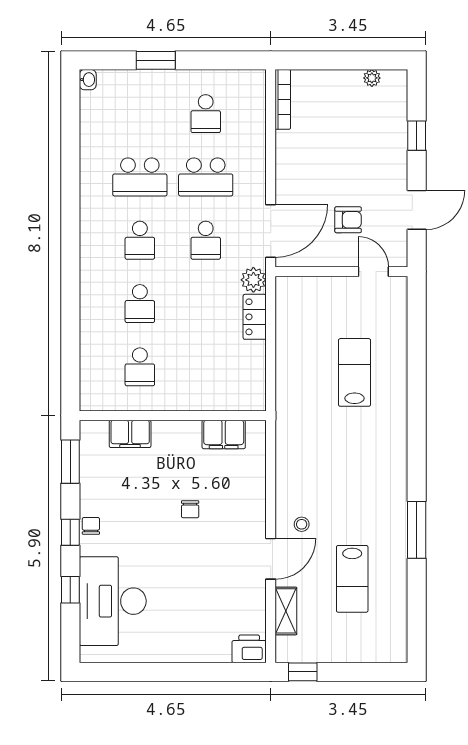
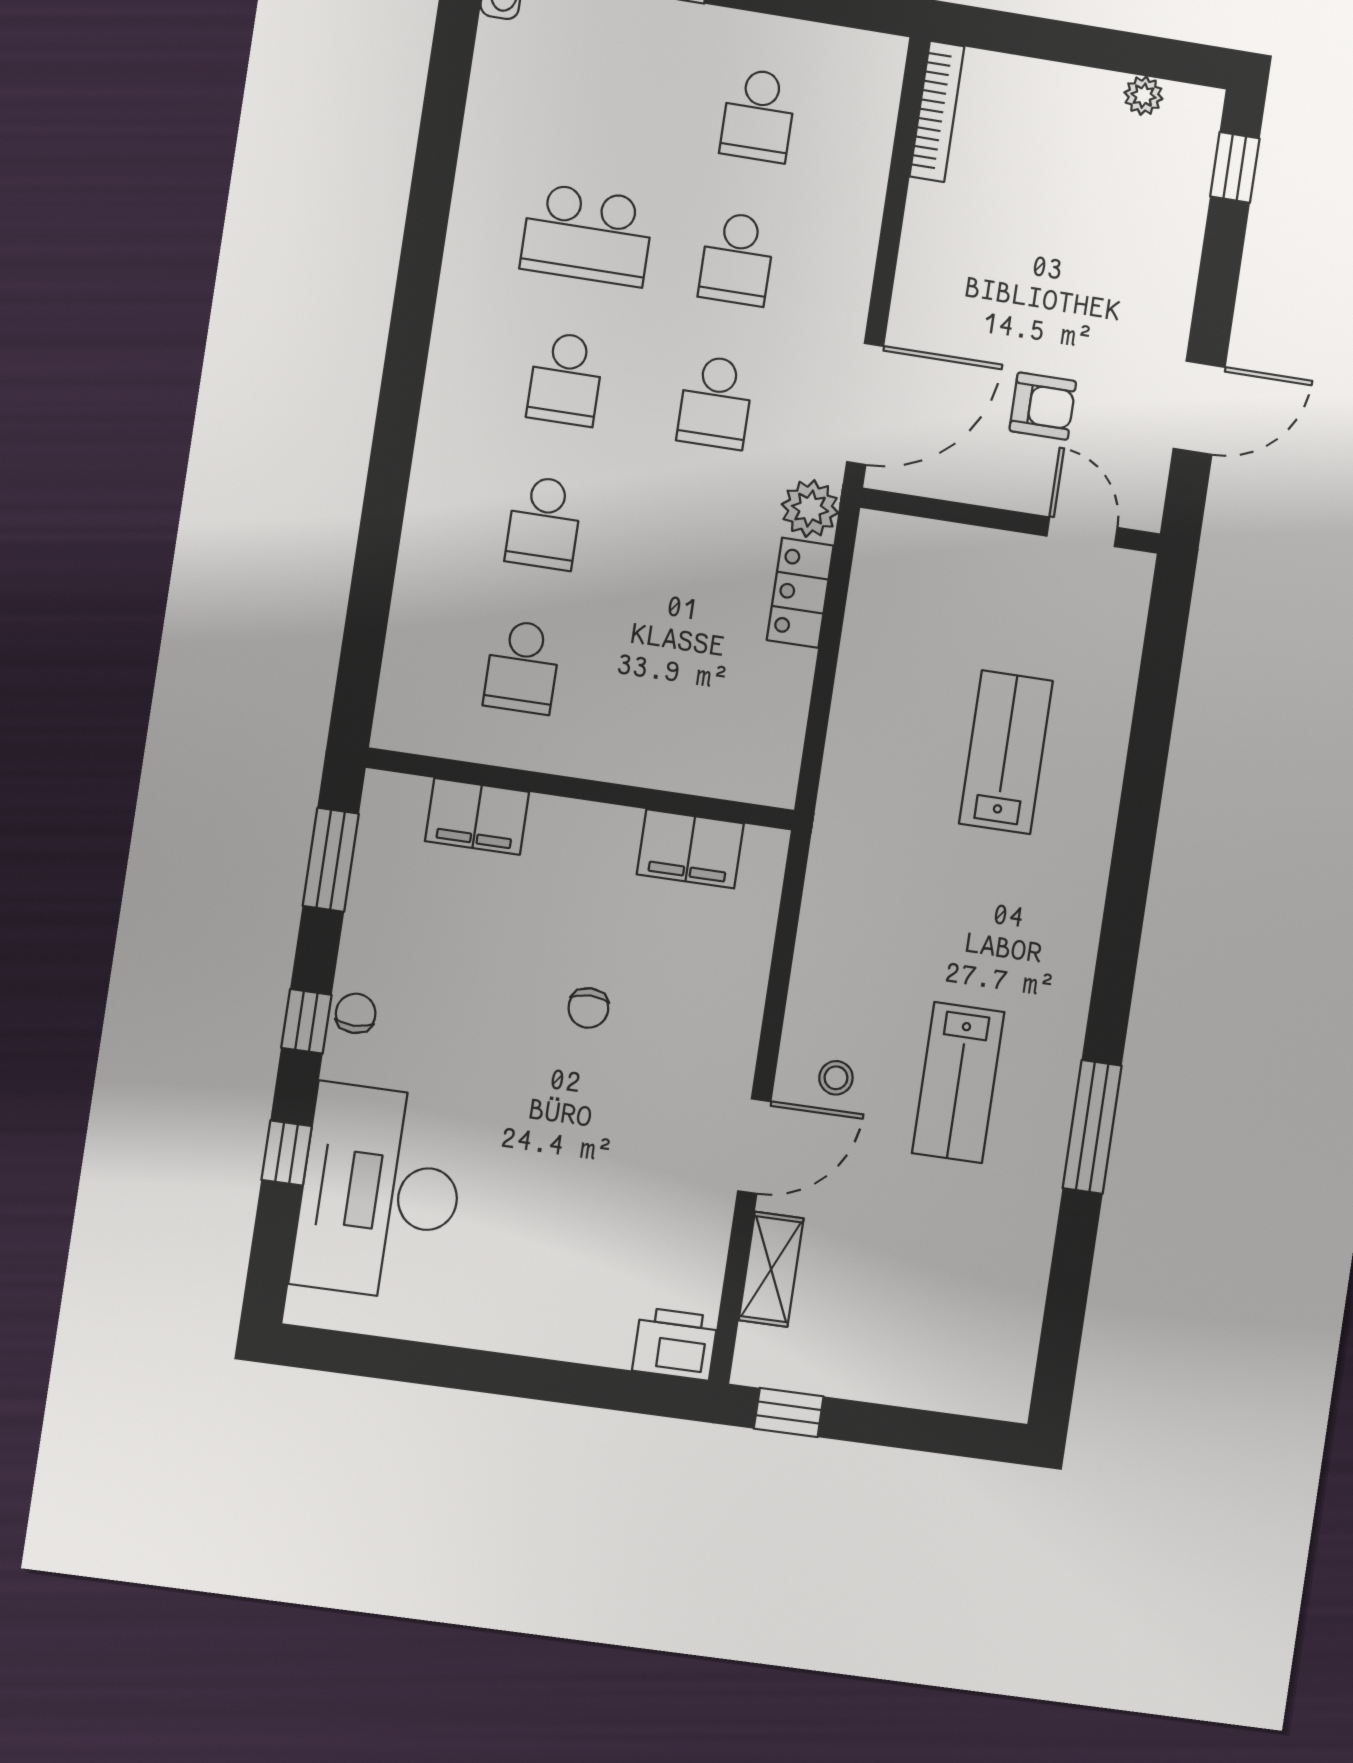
window: (417, 136) -> (1235, 167), moved
school desk: (206, 177) -> (737, 259), width x0.54
lab bench: (352, 579) -> (958, 1083), moved

